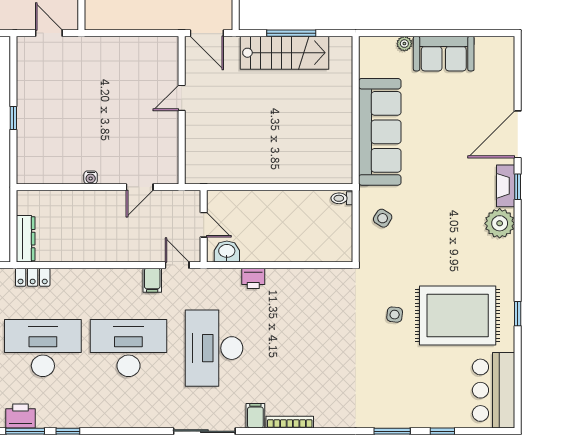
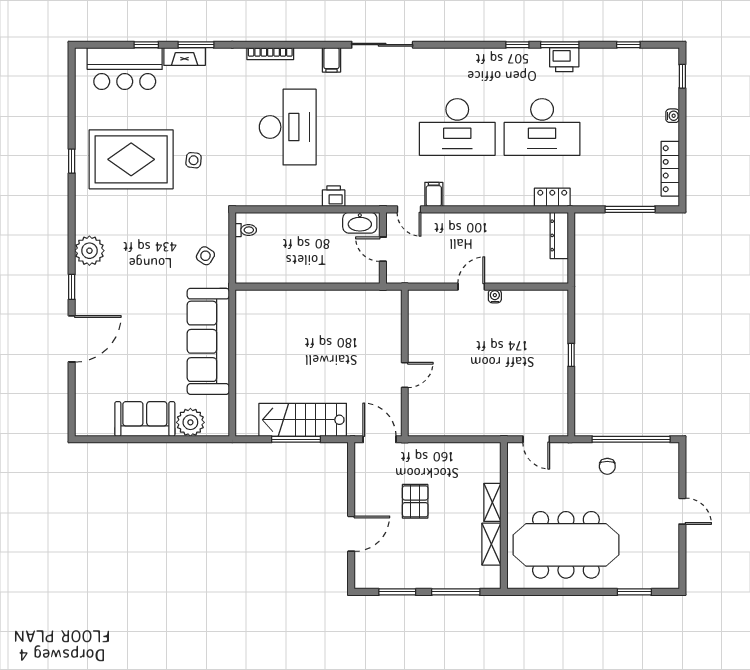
plant: (404, 44) -> (190, 422), width x1.88, depth x1.88
fireplace: (506, 186) -> (185, 57), moved, turned 90
door: (140, 187) -> (471, 287), moved
toilet: (342, 198) -> (246, 230), moved
washbasin: (227, 252) -> (360, 223), width x1.38
desk: (214, 348) -> (288, 127), moved
bar counter: (494, 390) -> (125, 69), moved, turned 90
bookcase: (290, 422) -> (270, 54), moved

